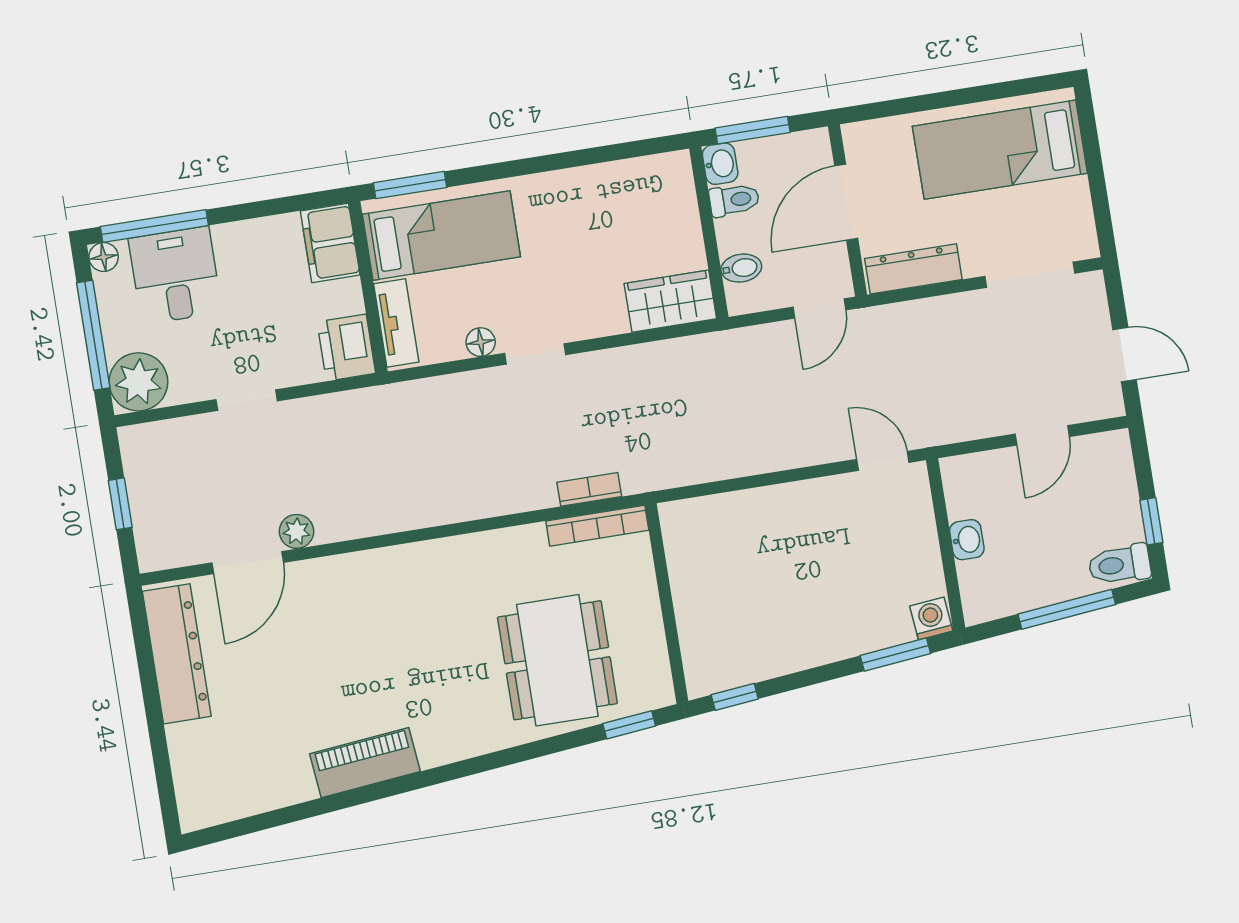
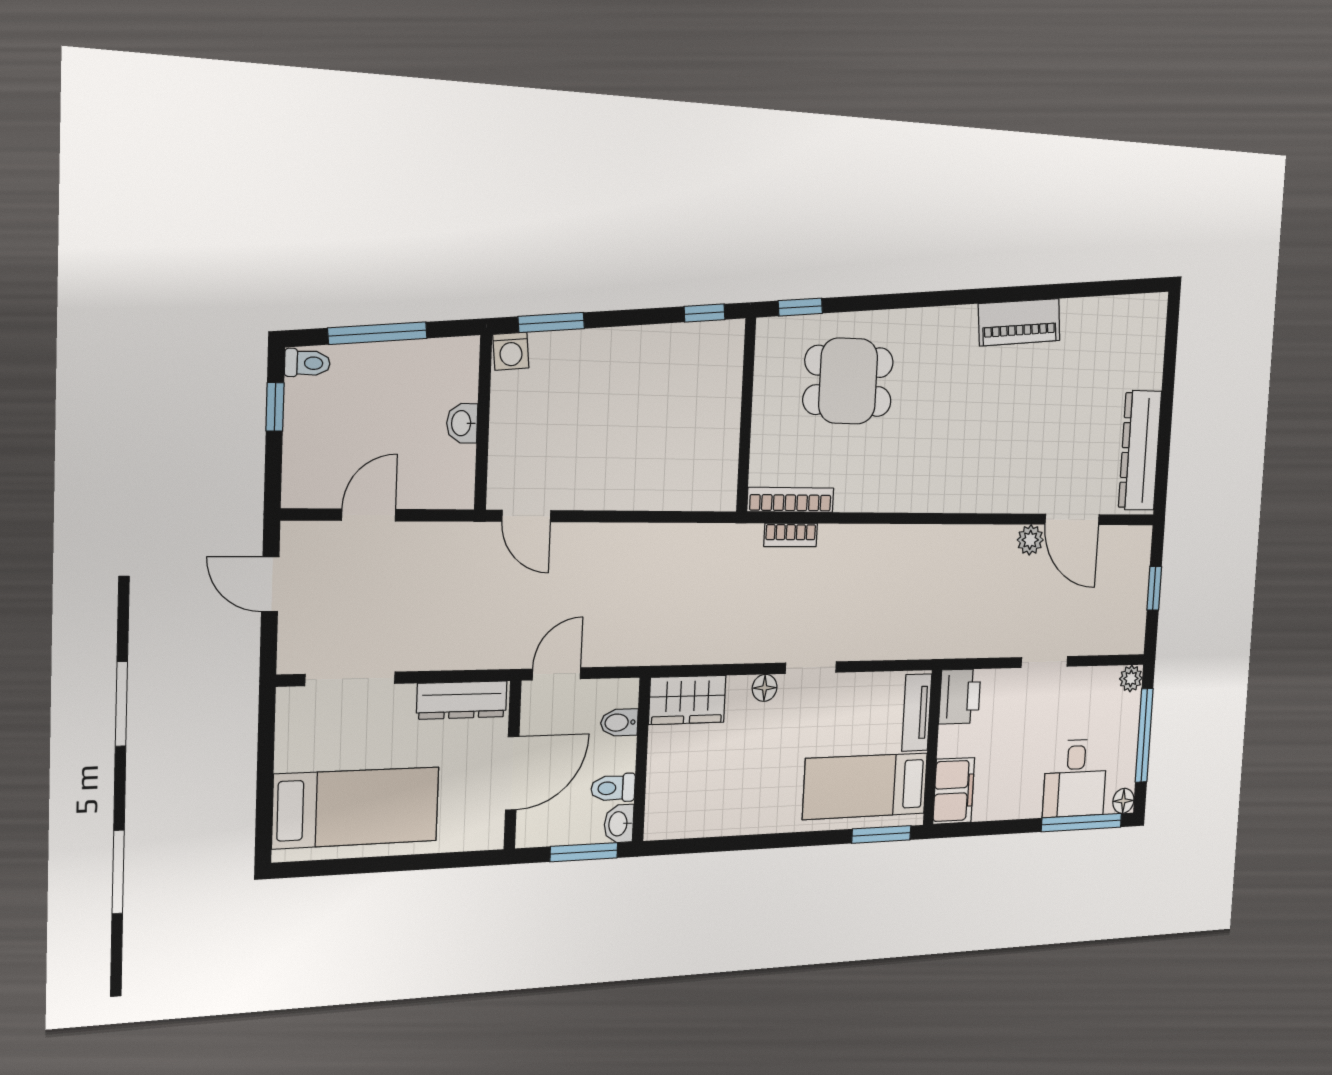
floor lamp: (481, 342) -> (765, 688), moved
plant: (138, 382) -> (1131, 678), width x0.53, depth x0.53
door: (248, 563) -> (1072, 519), swing flipped
toilet: (1120, 564) -> (307, 363), width x0.73, depth x0.72
dining table: (557, 660) -> (848, 381), width x0.73

